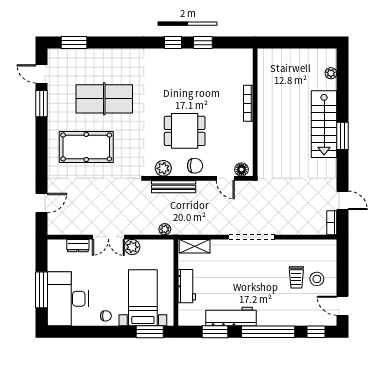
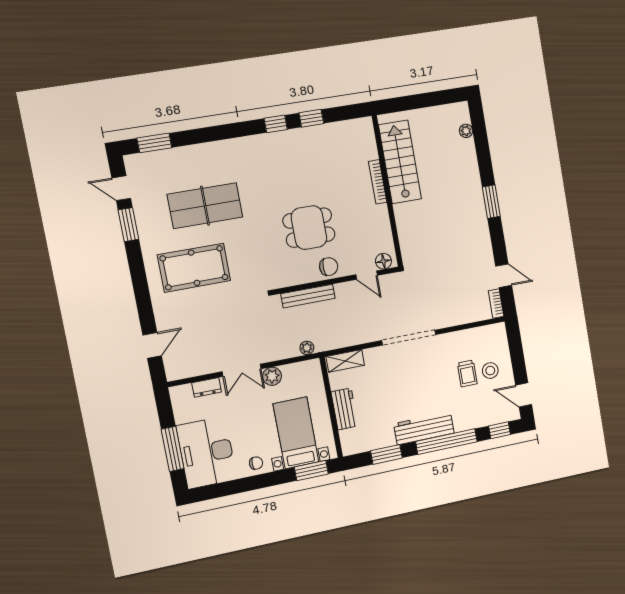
stairs: (324, 124) -> (400, 162), moved, turned 180
plant: (163, 168) -> (292, 276), removed
workbench: (231, 316) -> (424, 428), moved

